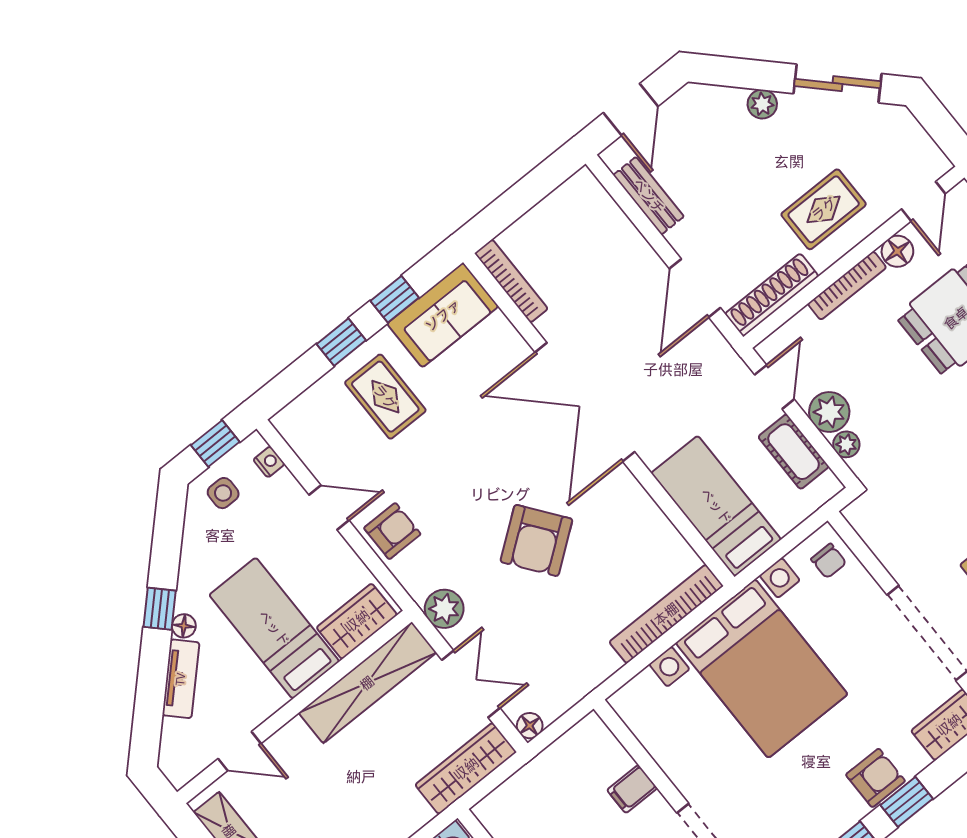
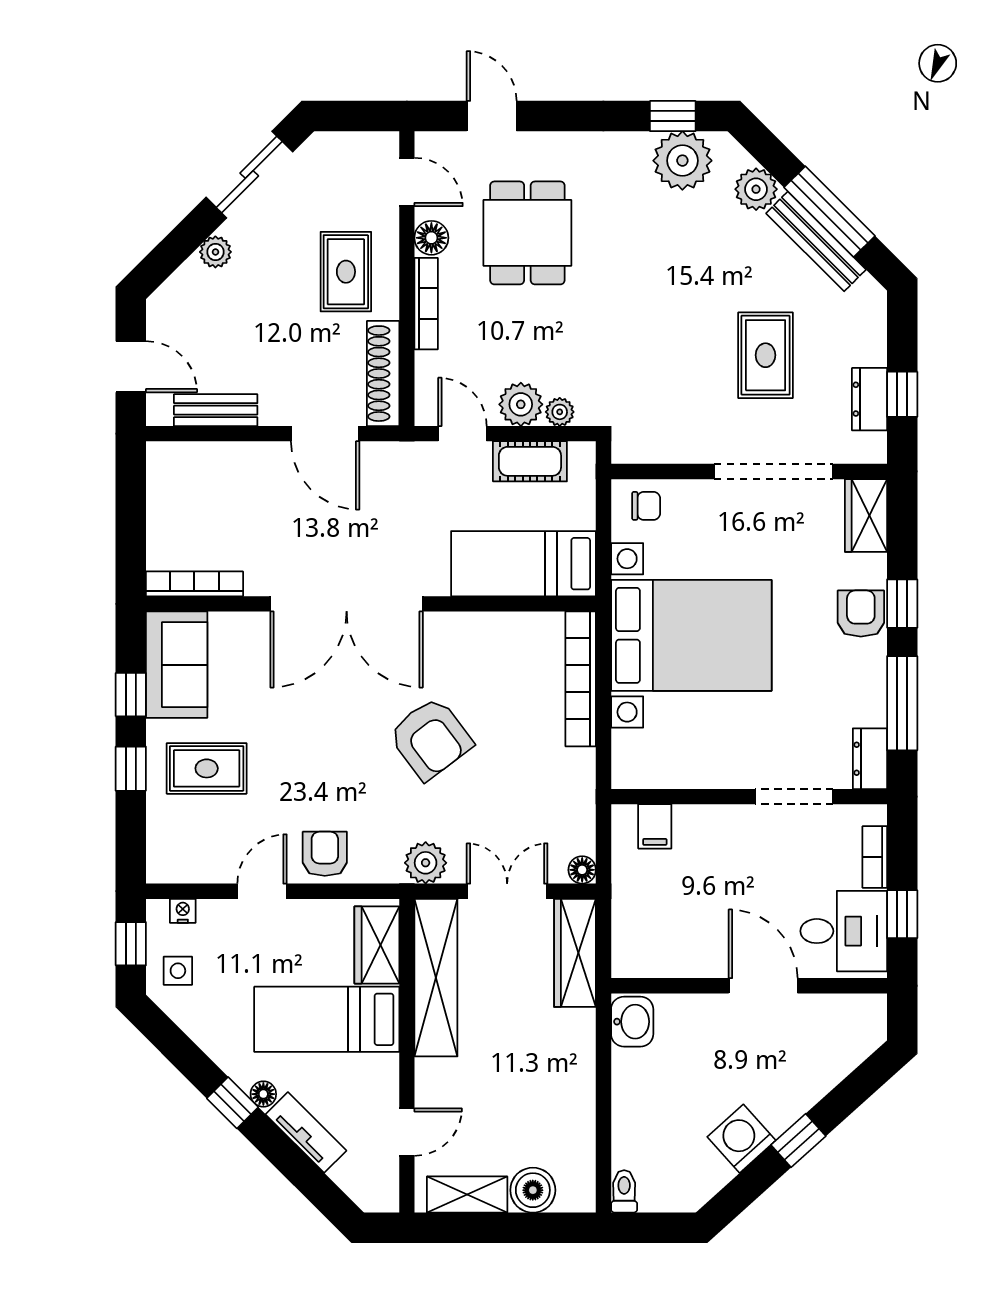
filing cabinet: (632, 789) -> (655, 826), moved

